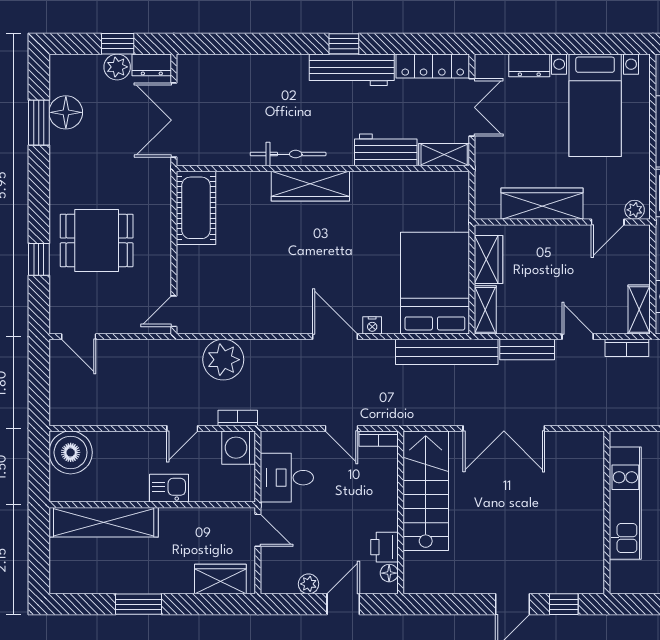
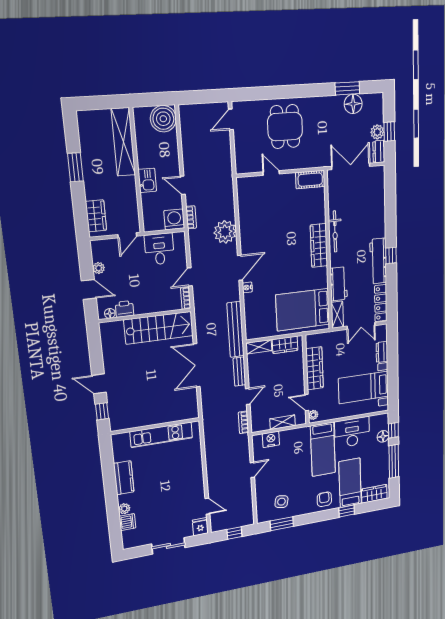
cot: (196, 208) -> (310, 180), width x0.73, depth x0.75
window: (39, 259) -> (273, 93), removed
bed: (435, 283) -> (303, 310), moved, turned 180
shelving: (639, 310) -> (283, 422), moved
door: (174, 311) -> (271, 173), moved
plant: (223, 360) -> (225, 232), moved

